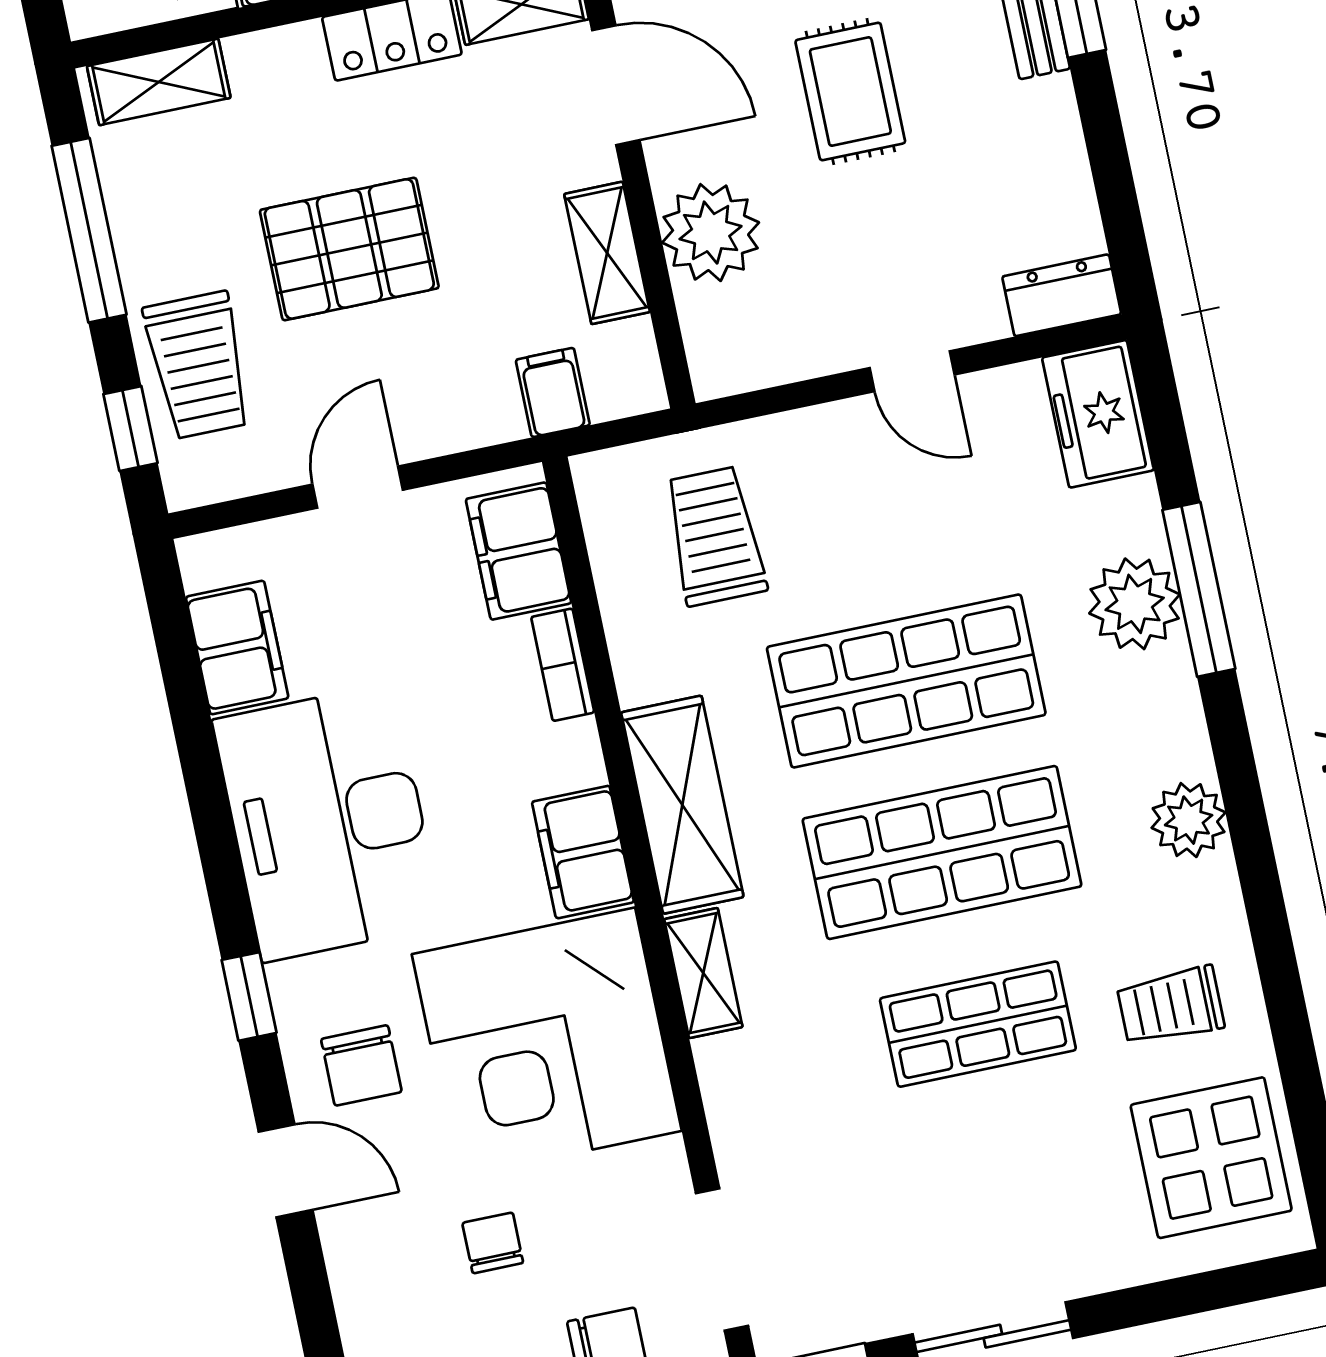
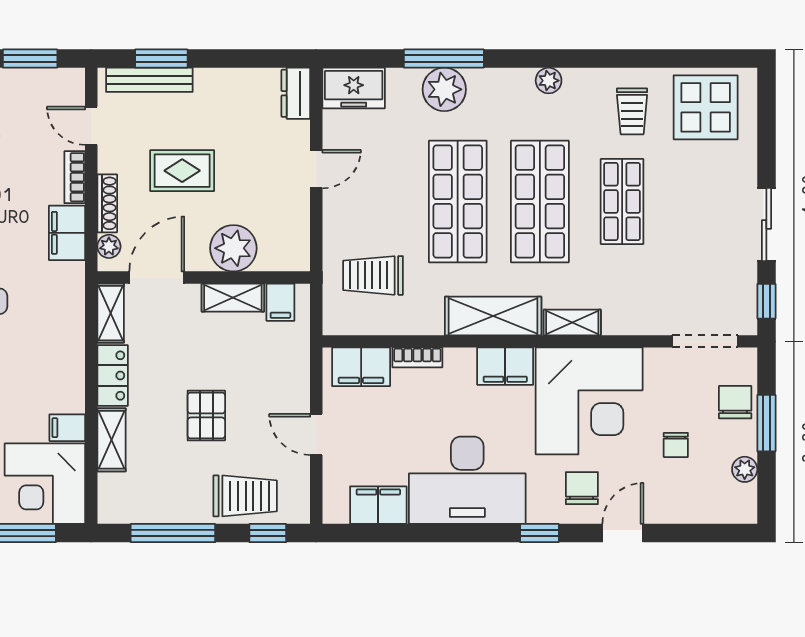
shelving: (159, 82) -> (111, 440), moved
pallet: (349, 249) -> (206, 415), width x0.67, depth x0.71
filing cabinet: (553, 392) -> (280, 302), moved, turned -90
plant: (1189, 820) -> (549, 81), width x0.73, depth x0.73
chair: (361, 1065) -> (582, 488), turned -90
chair: (493, 1243) -> (676, 445), turned -90

